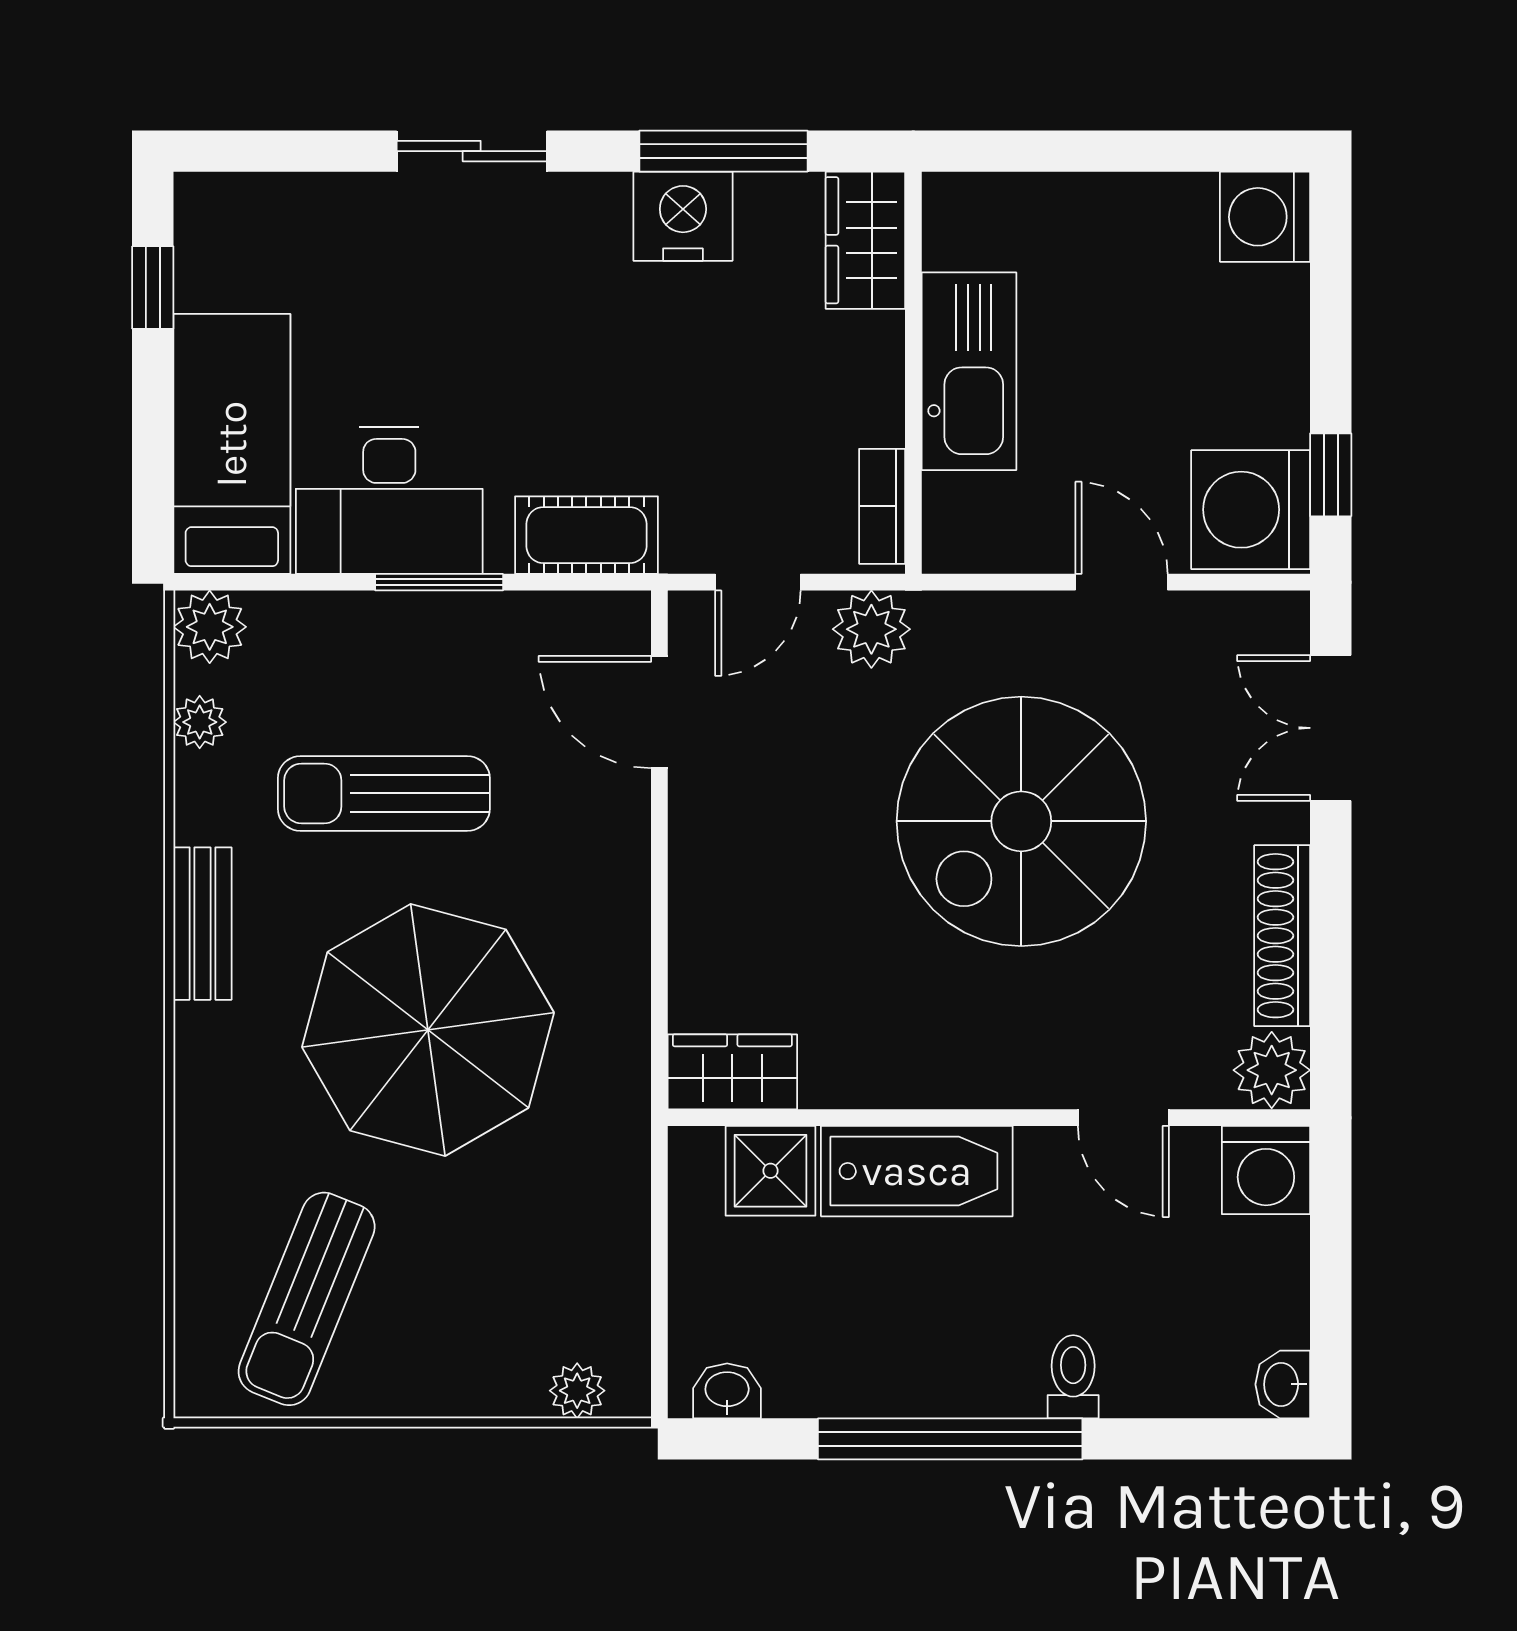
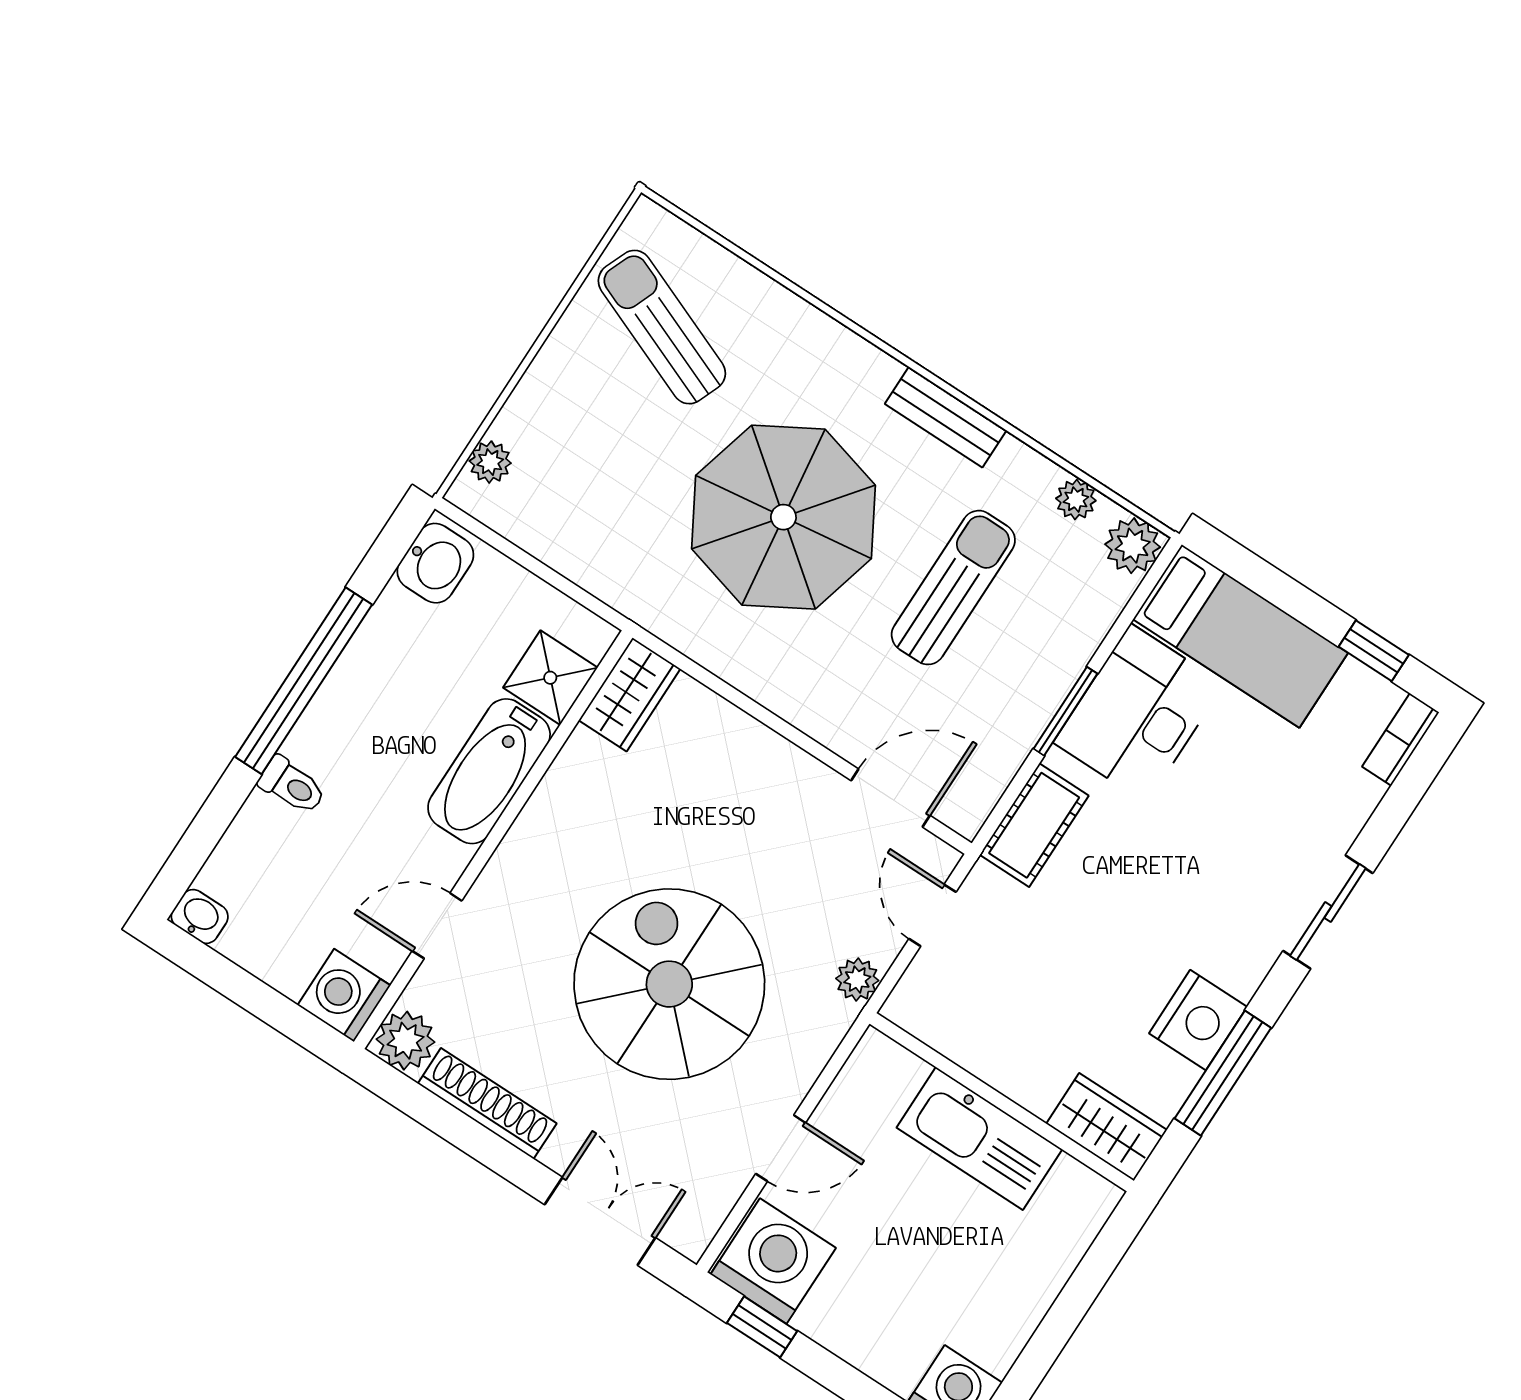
bookcase: (882, 506) -> (1401, 740), moved, turned -90
plant: (871, 629) -> (857, 980), width x0.73, depth x0.73
washbasin: (727, 1391) -> (435, 563), width x1.38, depth x1.45

